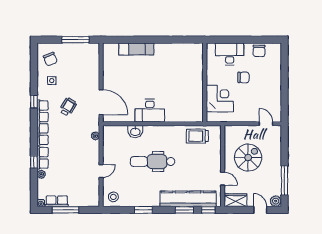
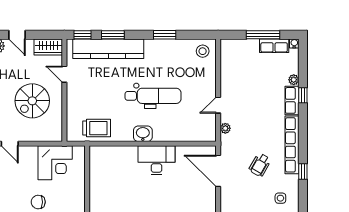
corner desk: (220, 98) -> (55, 163), moved, turned -90
washbasin: (135, 132) -> (143, 134), moved
door: (101, 171) -> (218, 105), moved

